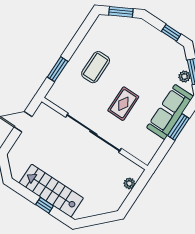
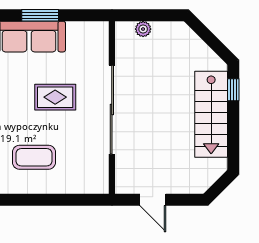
window: (58, 69) -> (65, 200), removed
window: (45, 205) -> (233, 90), moved

